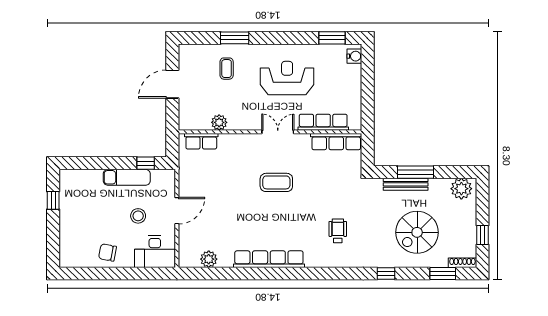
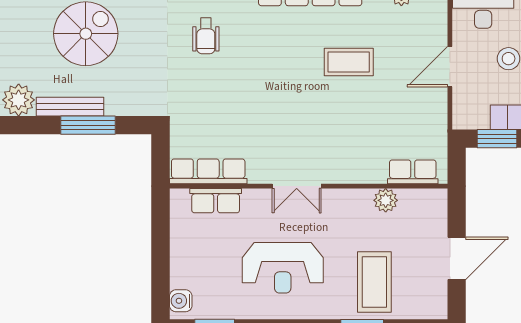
coffee table: (227, 69) -> (374, 282), width x1.86, depth x1.72
row of seats: (323, 122) -> (216, 201), width x0.68
window: (146, 163) -> (497, 139), width x1.50
coffee table: (276, 182) -> (349, 62), moved
bench: (406, 184) -> (70, 107), moved

